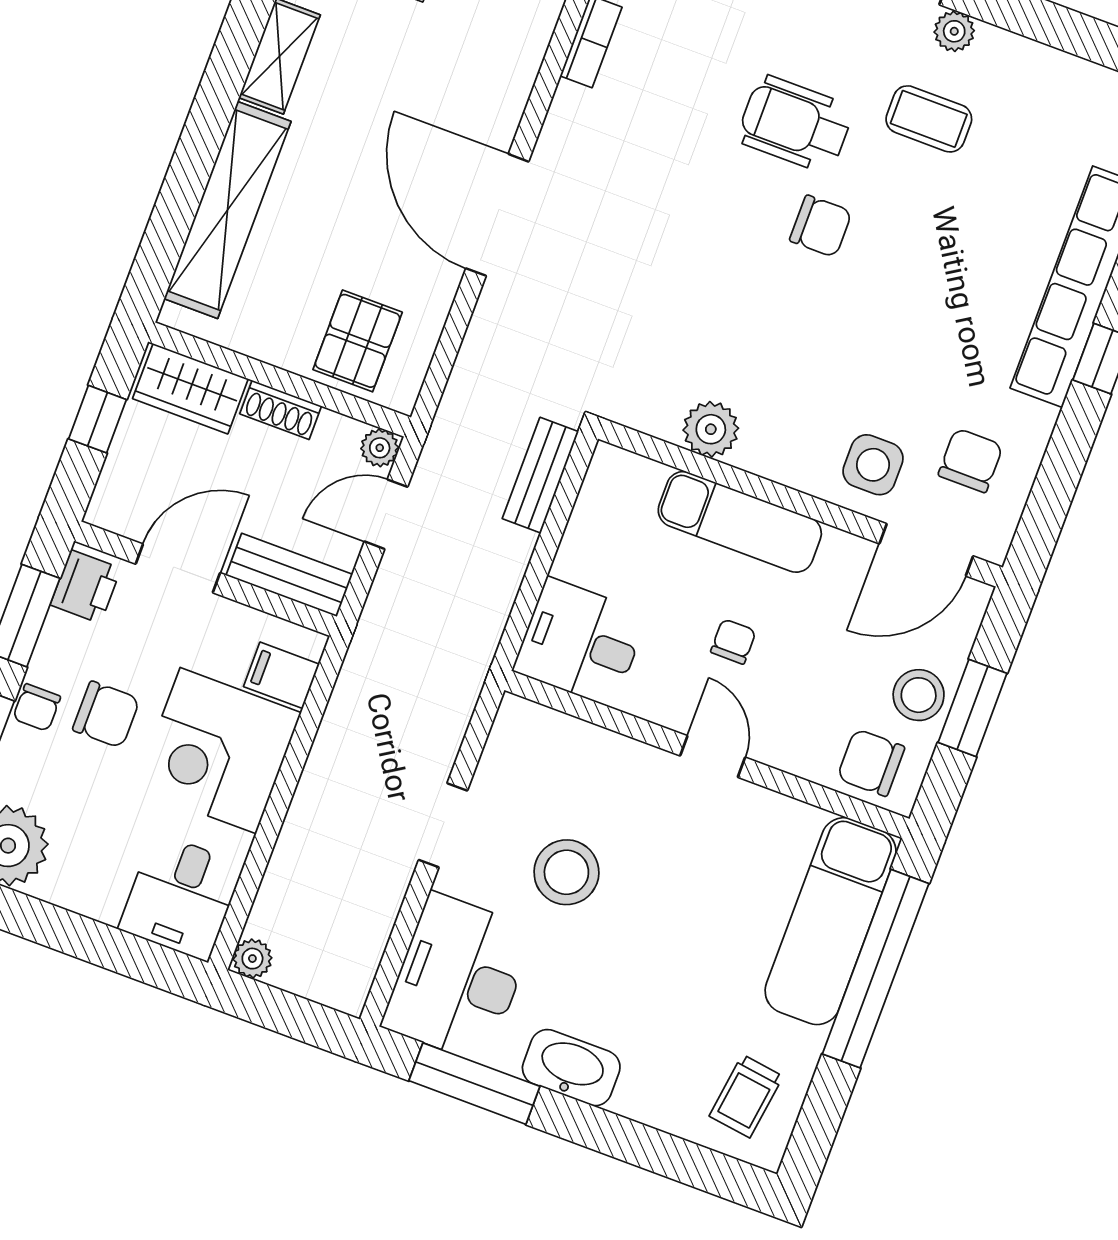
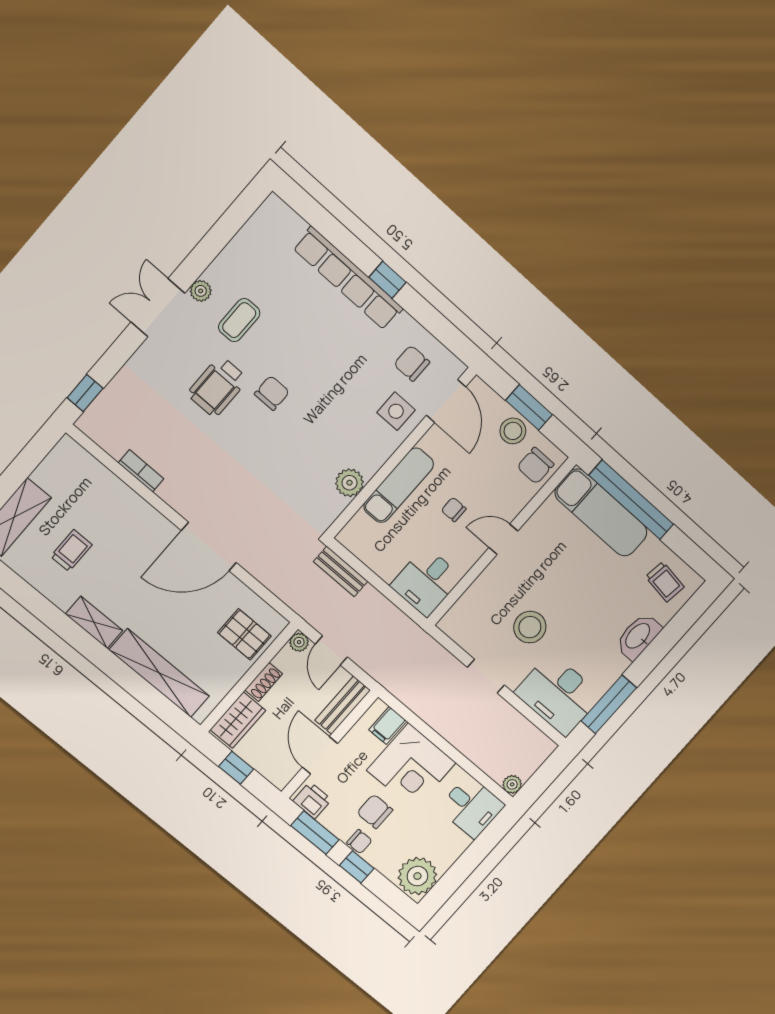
chair: (106, 714) -> (375, 811), turned -90
washbasin: (571, 1068) -> (638, 636), moved

